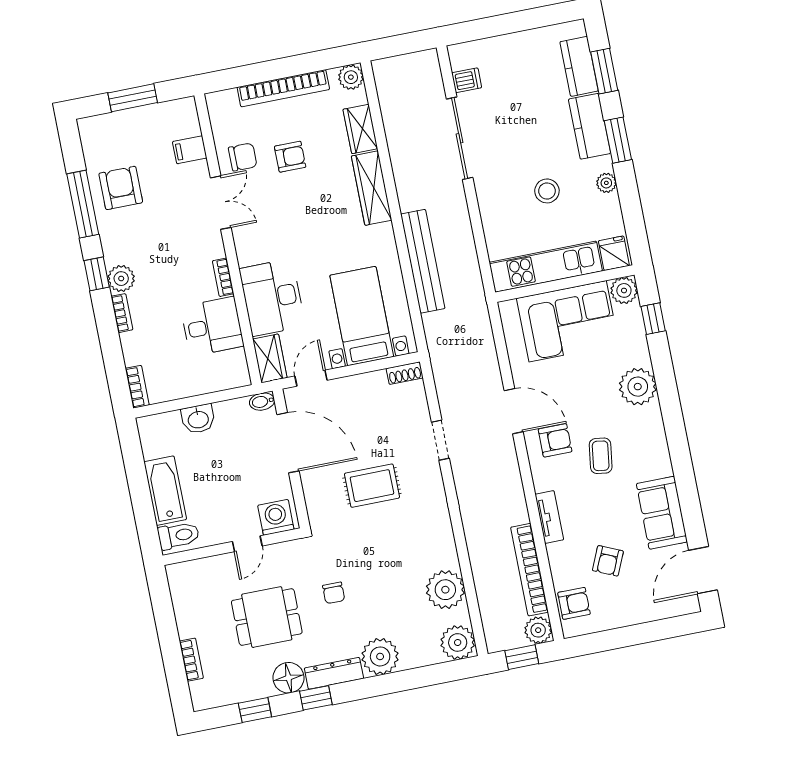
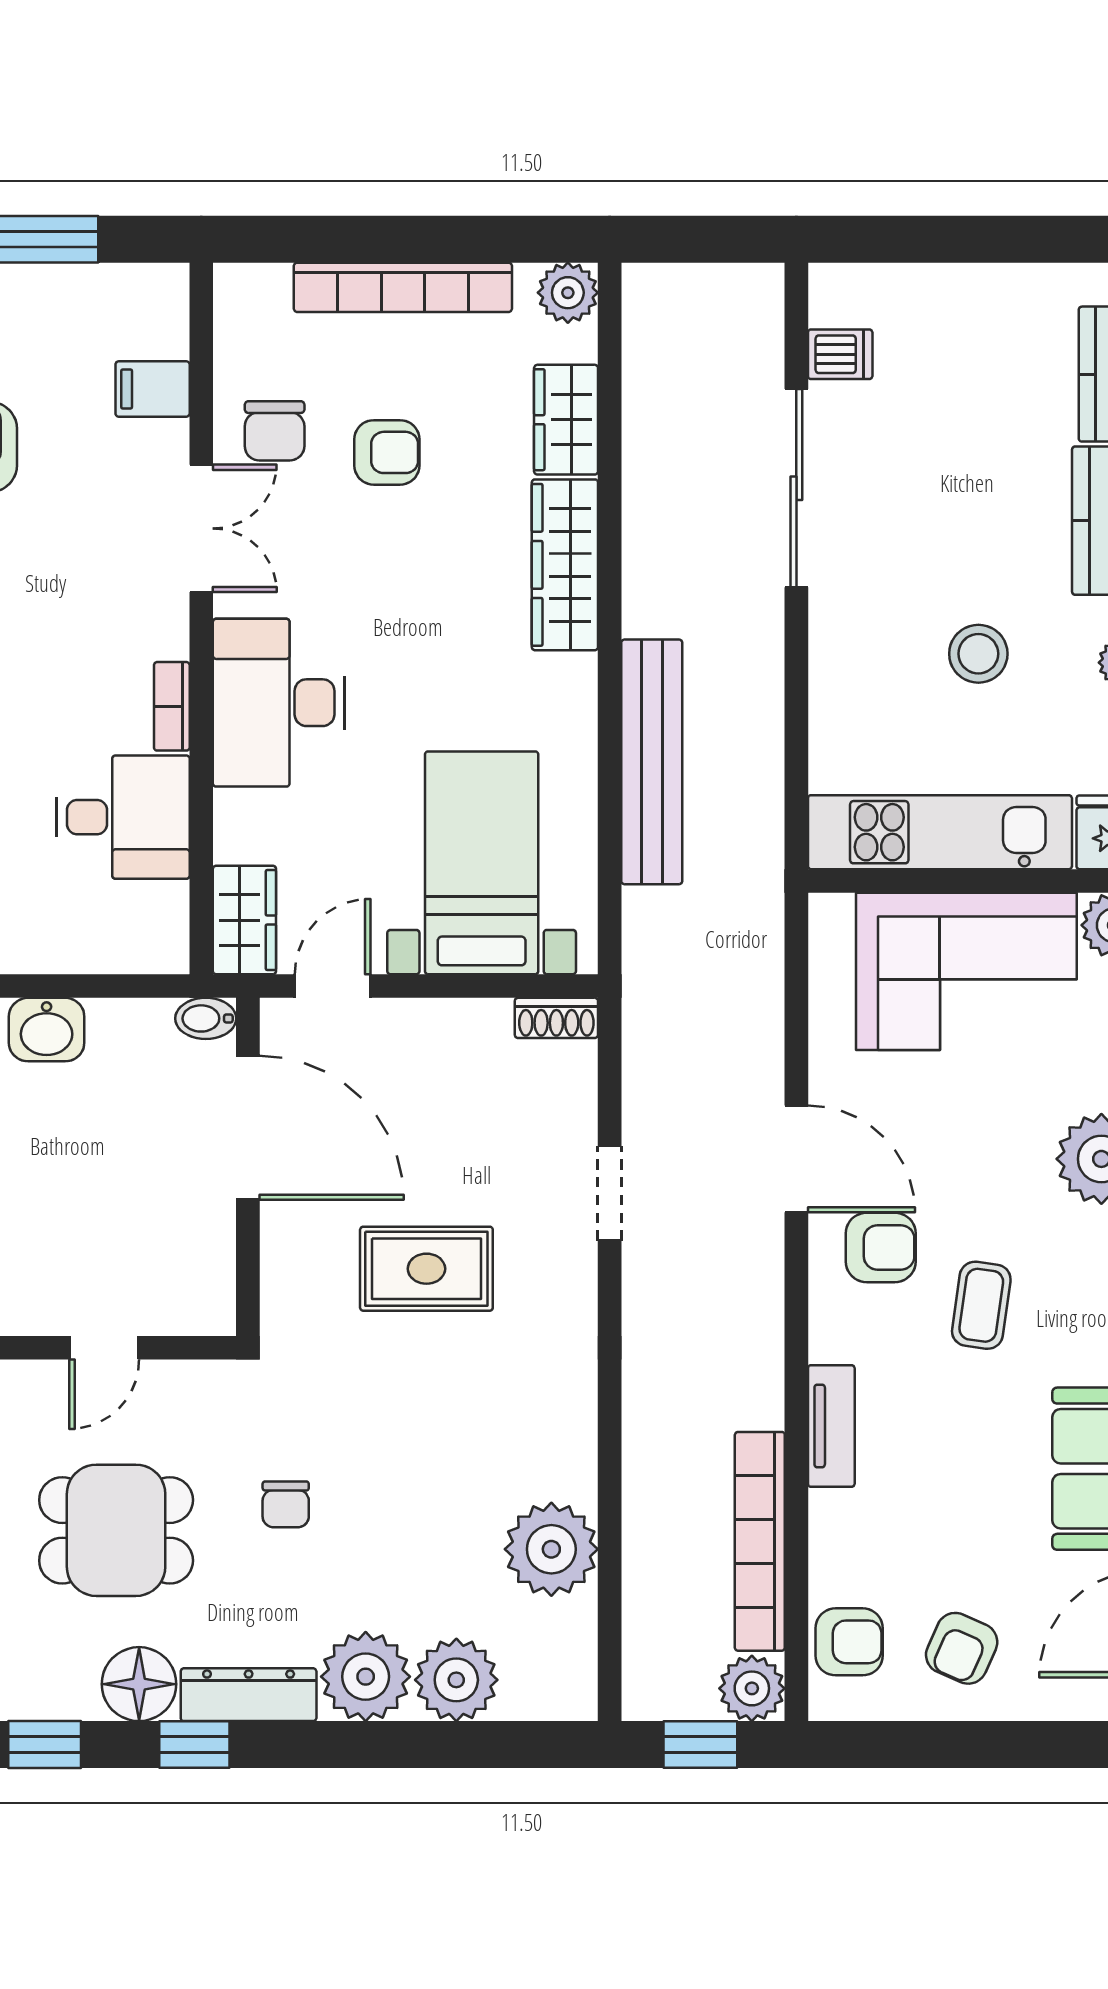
chair: (243, 157) -> (275, 431), turned 90
desk: (272, 297) -> (279, 703), moved
washing machine: (276, 517) -> (184, 1299), removed
armchair: (608, 561) -> (962, 1648), moved
plant: (458, 642) -> (456, 1680), moved

